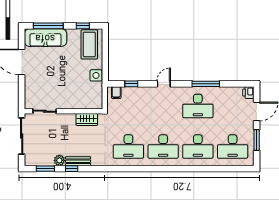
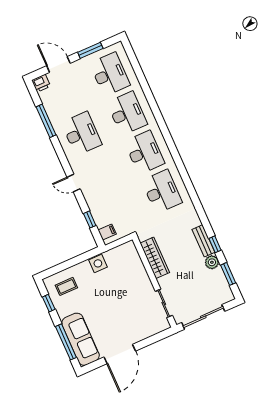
coffee table: (89, 44) -> (66, 286), width x0.54, depth x0.58
window: (206, 84) -> (46, 121), moved
wardrobe: (87, 119) -> (155, 258), width x1.50

